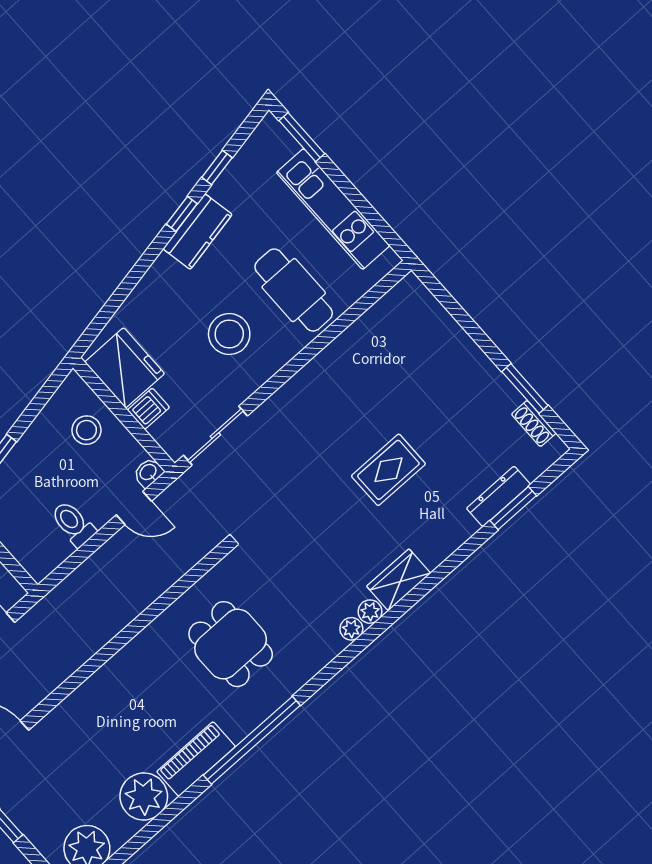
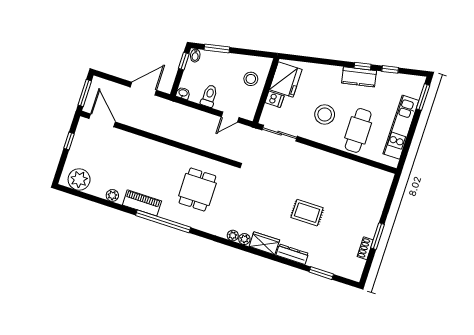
window: (525, 388) -> (378, 236), moved
shoe rack: (534, 424) -> (365, 248), moved
washbasin: (148, 473) -> (183, 93), moved
dresser: (498, 496) -> (292, 254), moved
door: (134, 508) -> (230, 117), hinge flipped
plant: (144, 796) -> (112, 195), width x0.53, depth x0.53

